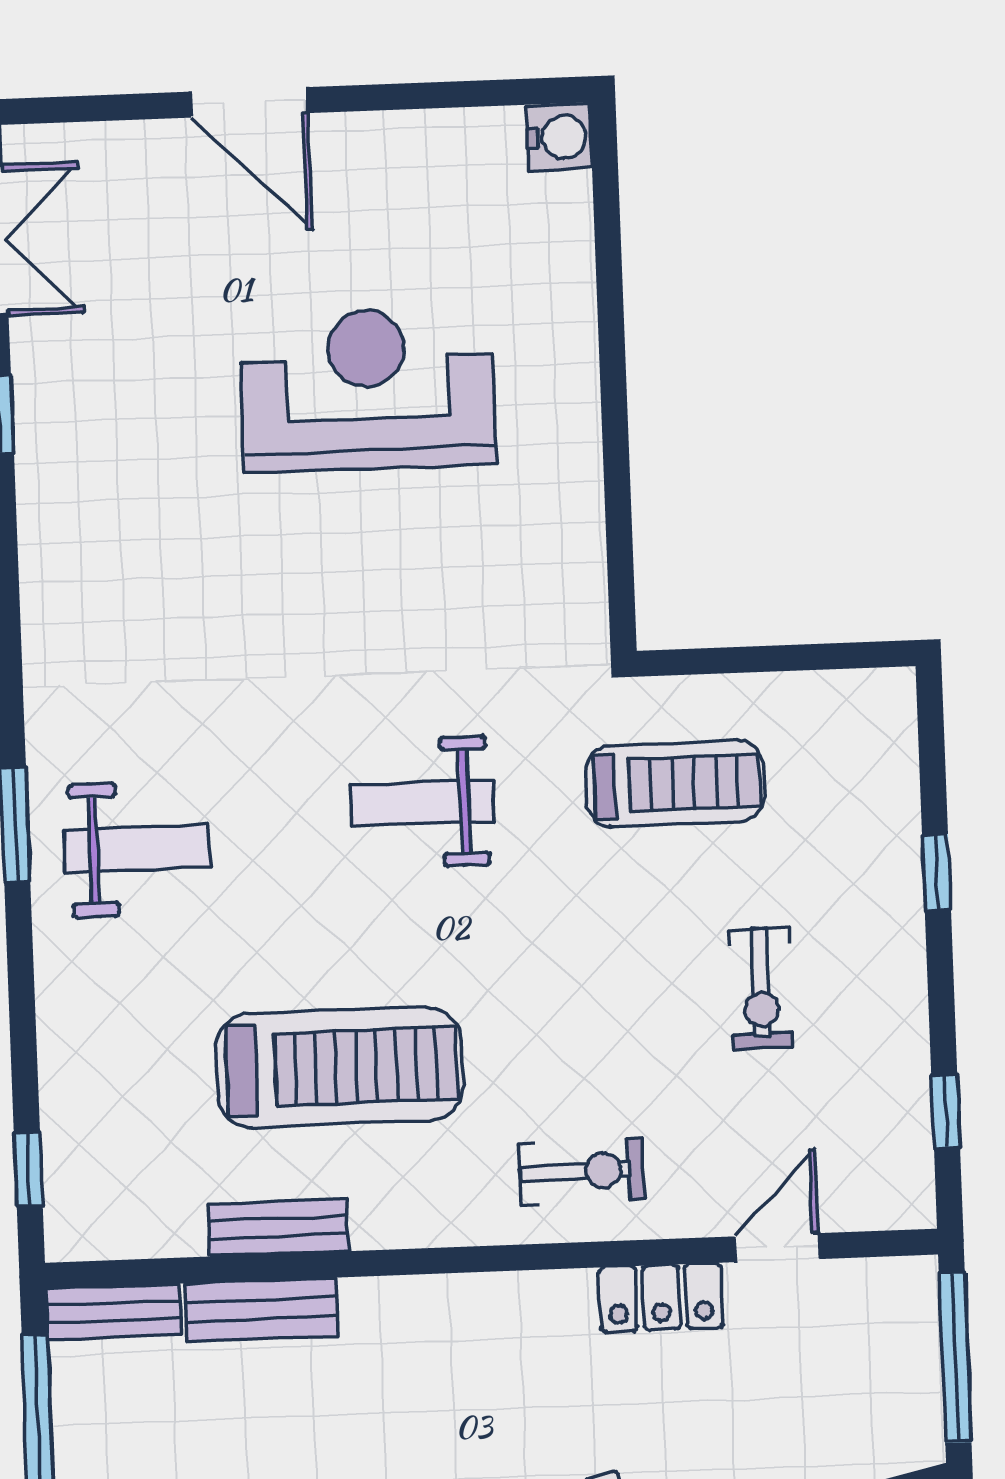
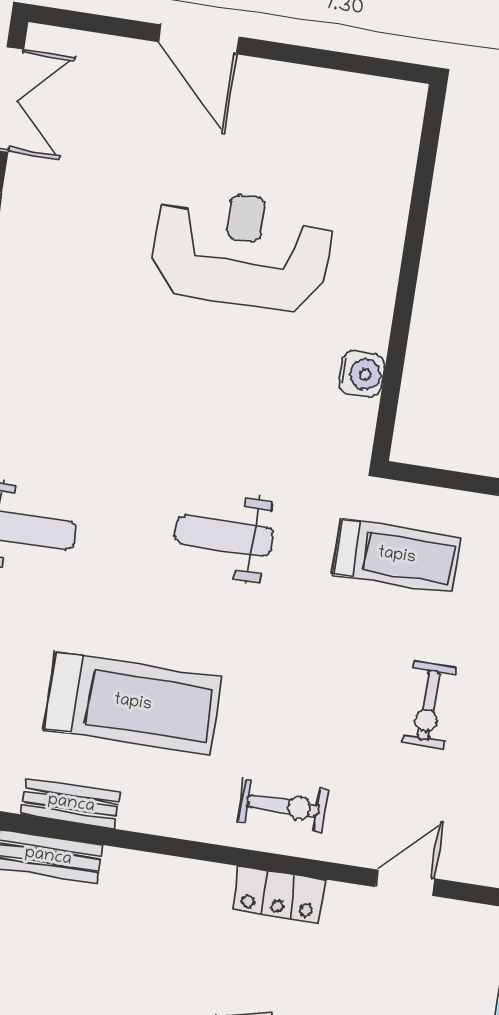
water cooler: (559, 137) -> (362, 374), moved
locker: (661, 1298) -> (279, 895), moved

